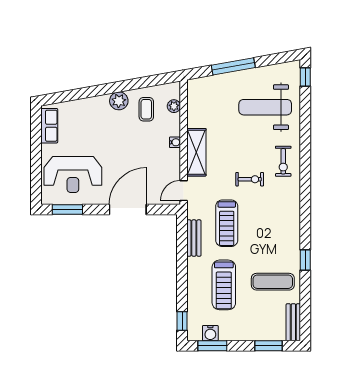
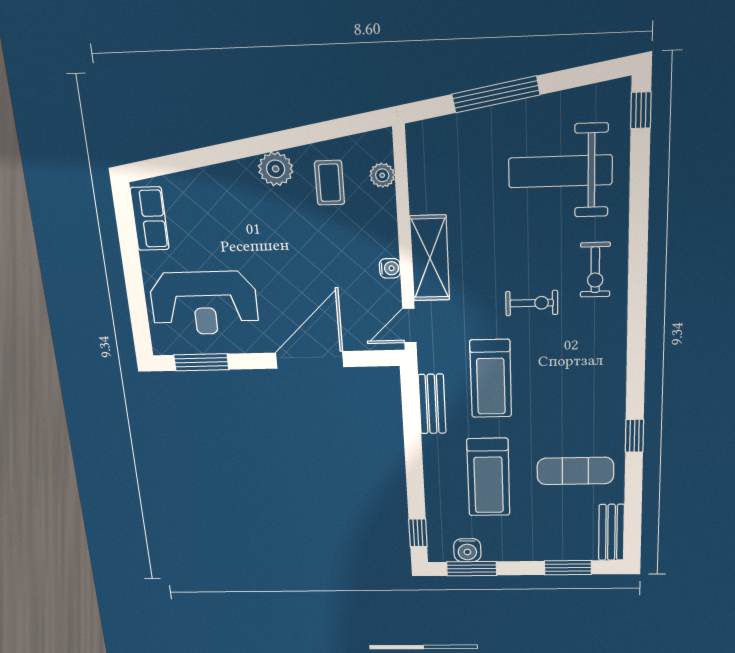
water cooler: (175, 142) -> (390, 268), moved

